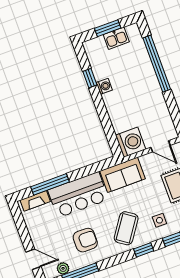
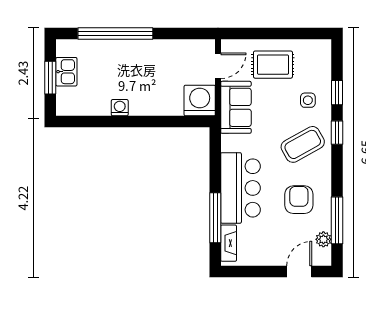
window: (90, 78) -> (103, 122), removed
sofa: (123, 175) -> (236, 107), moved
coffee table: (126, 228) -> (303, 144), turned -64

